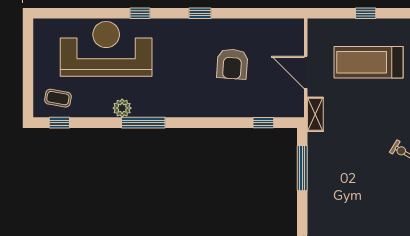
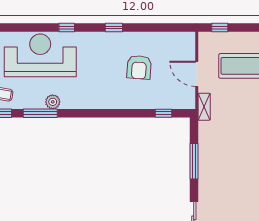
window: (366, 13) -> (220, 28), moved
window: (143, 123) -> (40, 113), moved
window: (302, 168) -> (194, 161), moved

